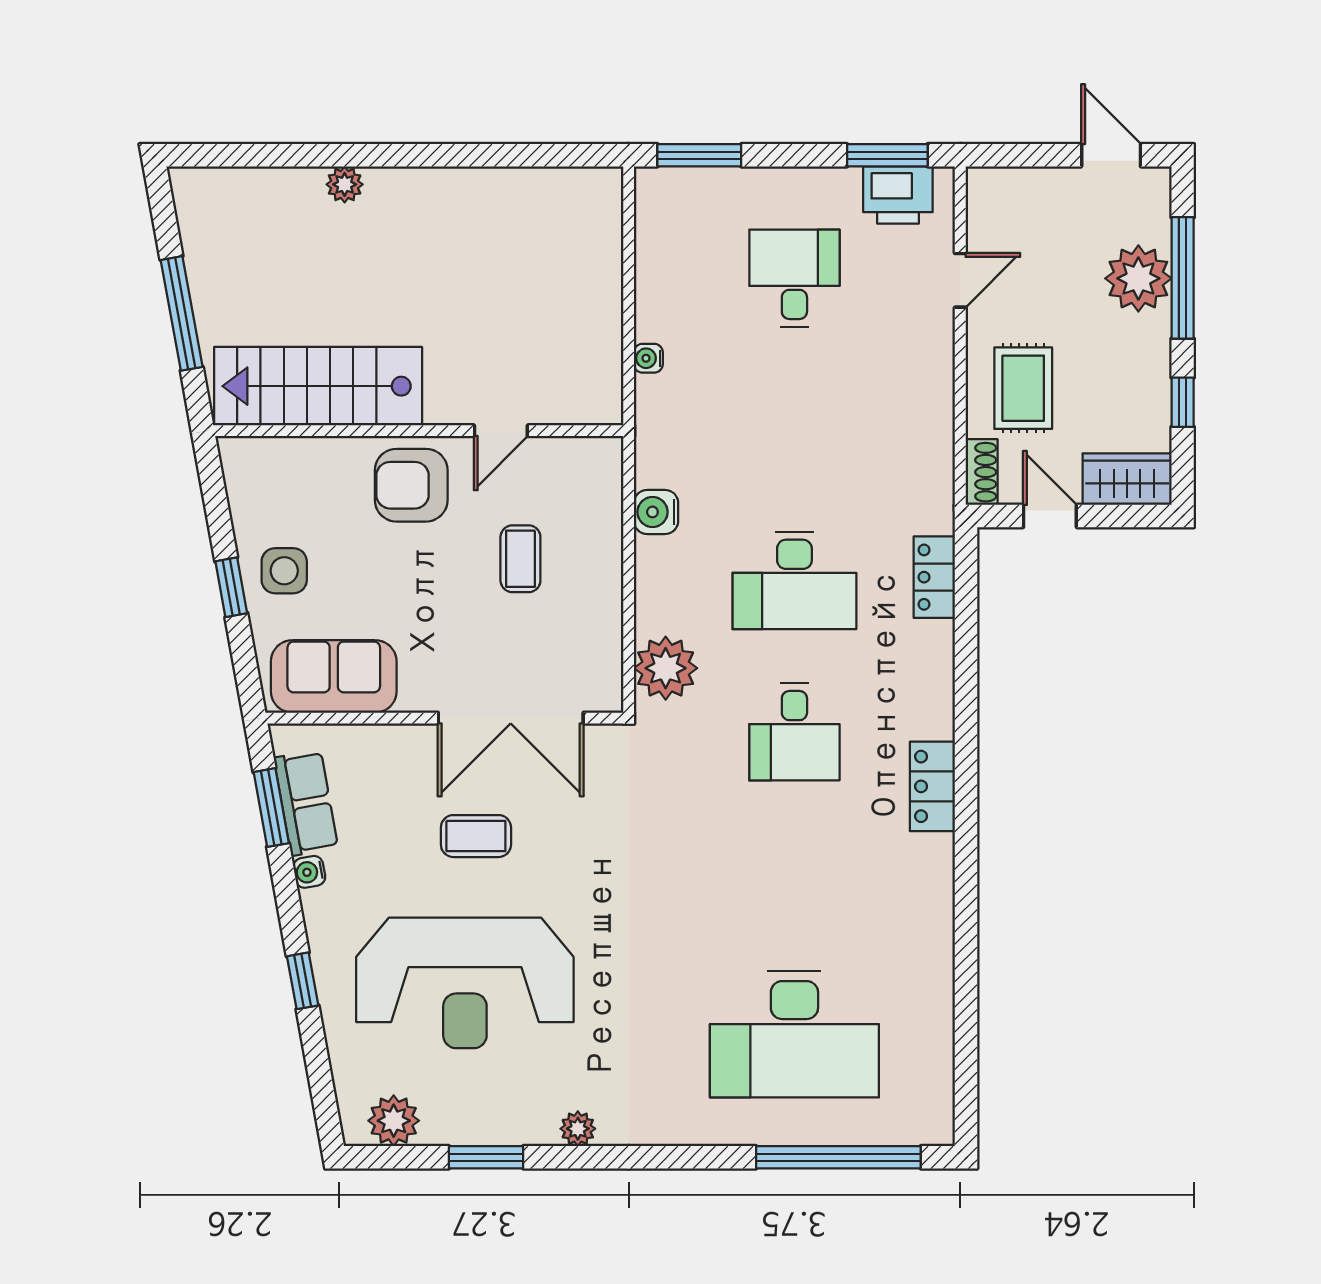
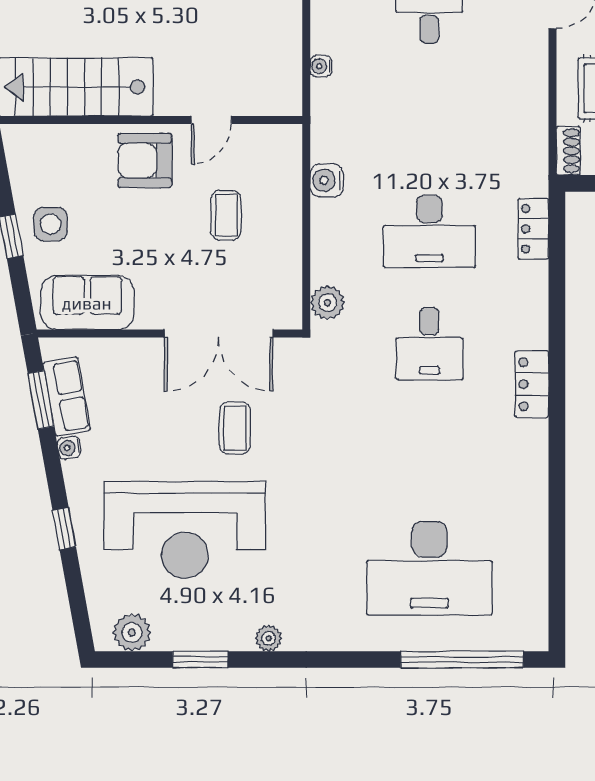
plant: (666, 668) -> (327, 303), width x0.73, depth x0.73
coffee table: (476, 836) -> (235, 428), moved, turned 90

